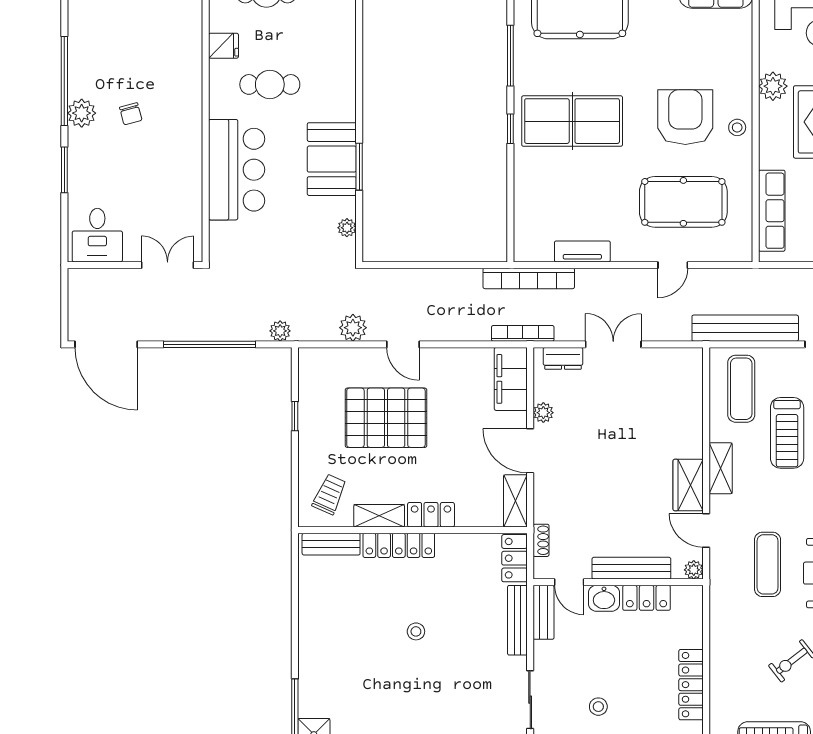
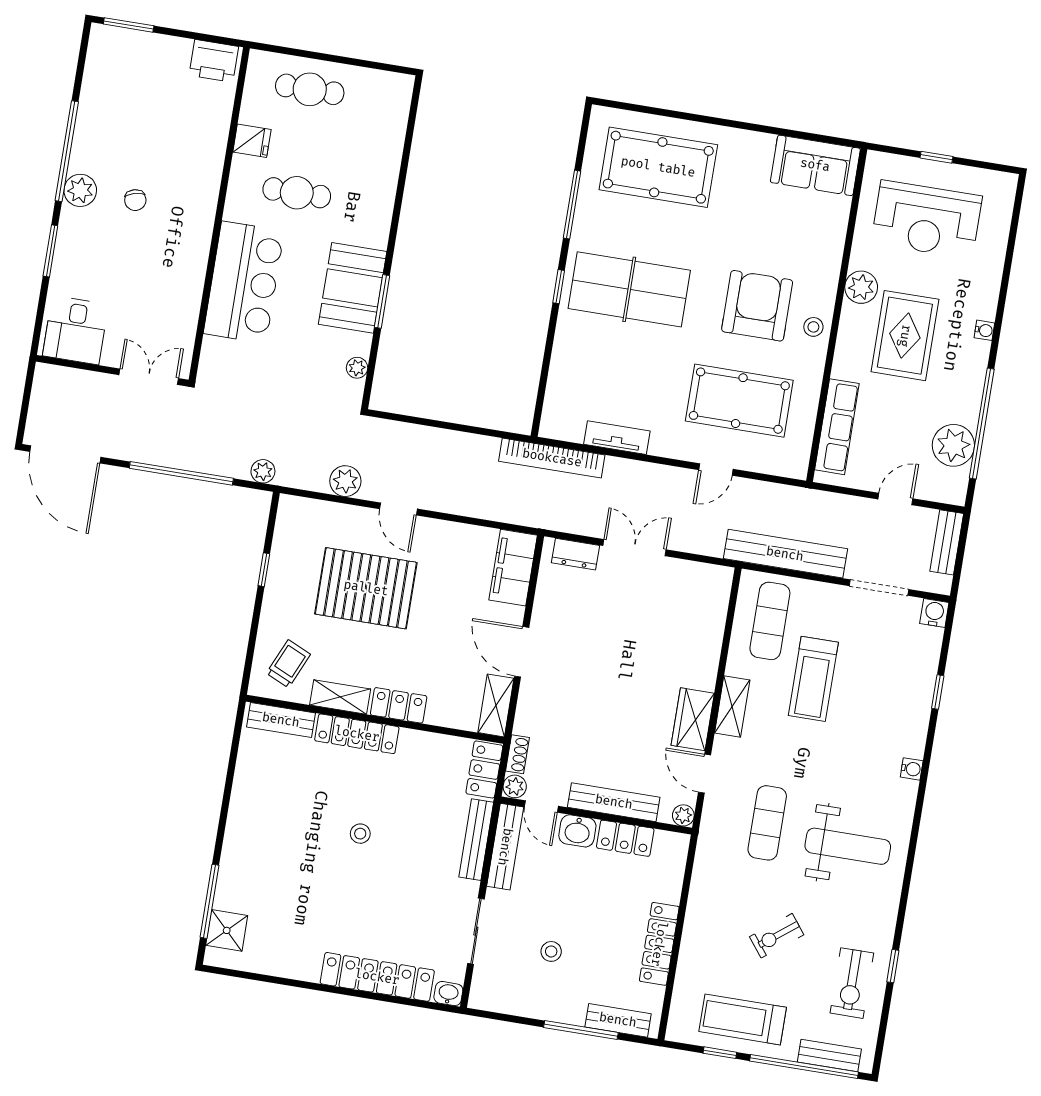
bookcase: (523, 333) -> (535, 519), removed
plant: (543, 413) -> (515, 786), moved
bench: (544, 612) -> (505, 847), width x1.36

